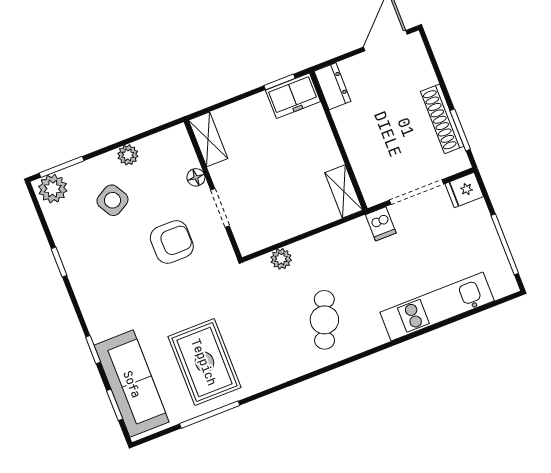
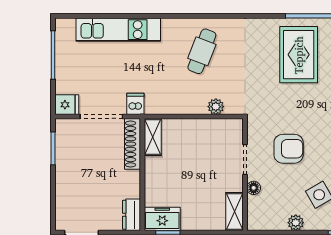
shoe rack: (442, 119) -> (133, 144), moved, turned 180
armchair: (172, 242) -> (289, 149), turned 180

